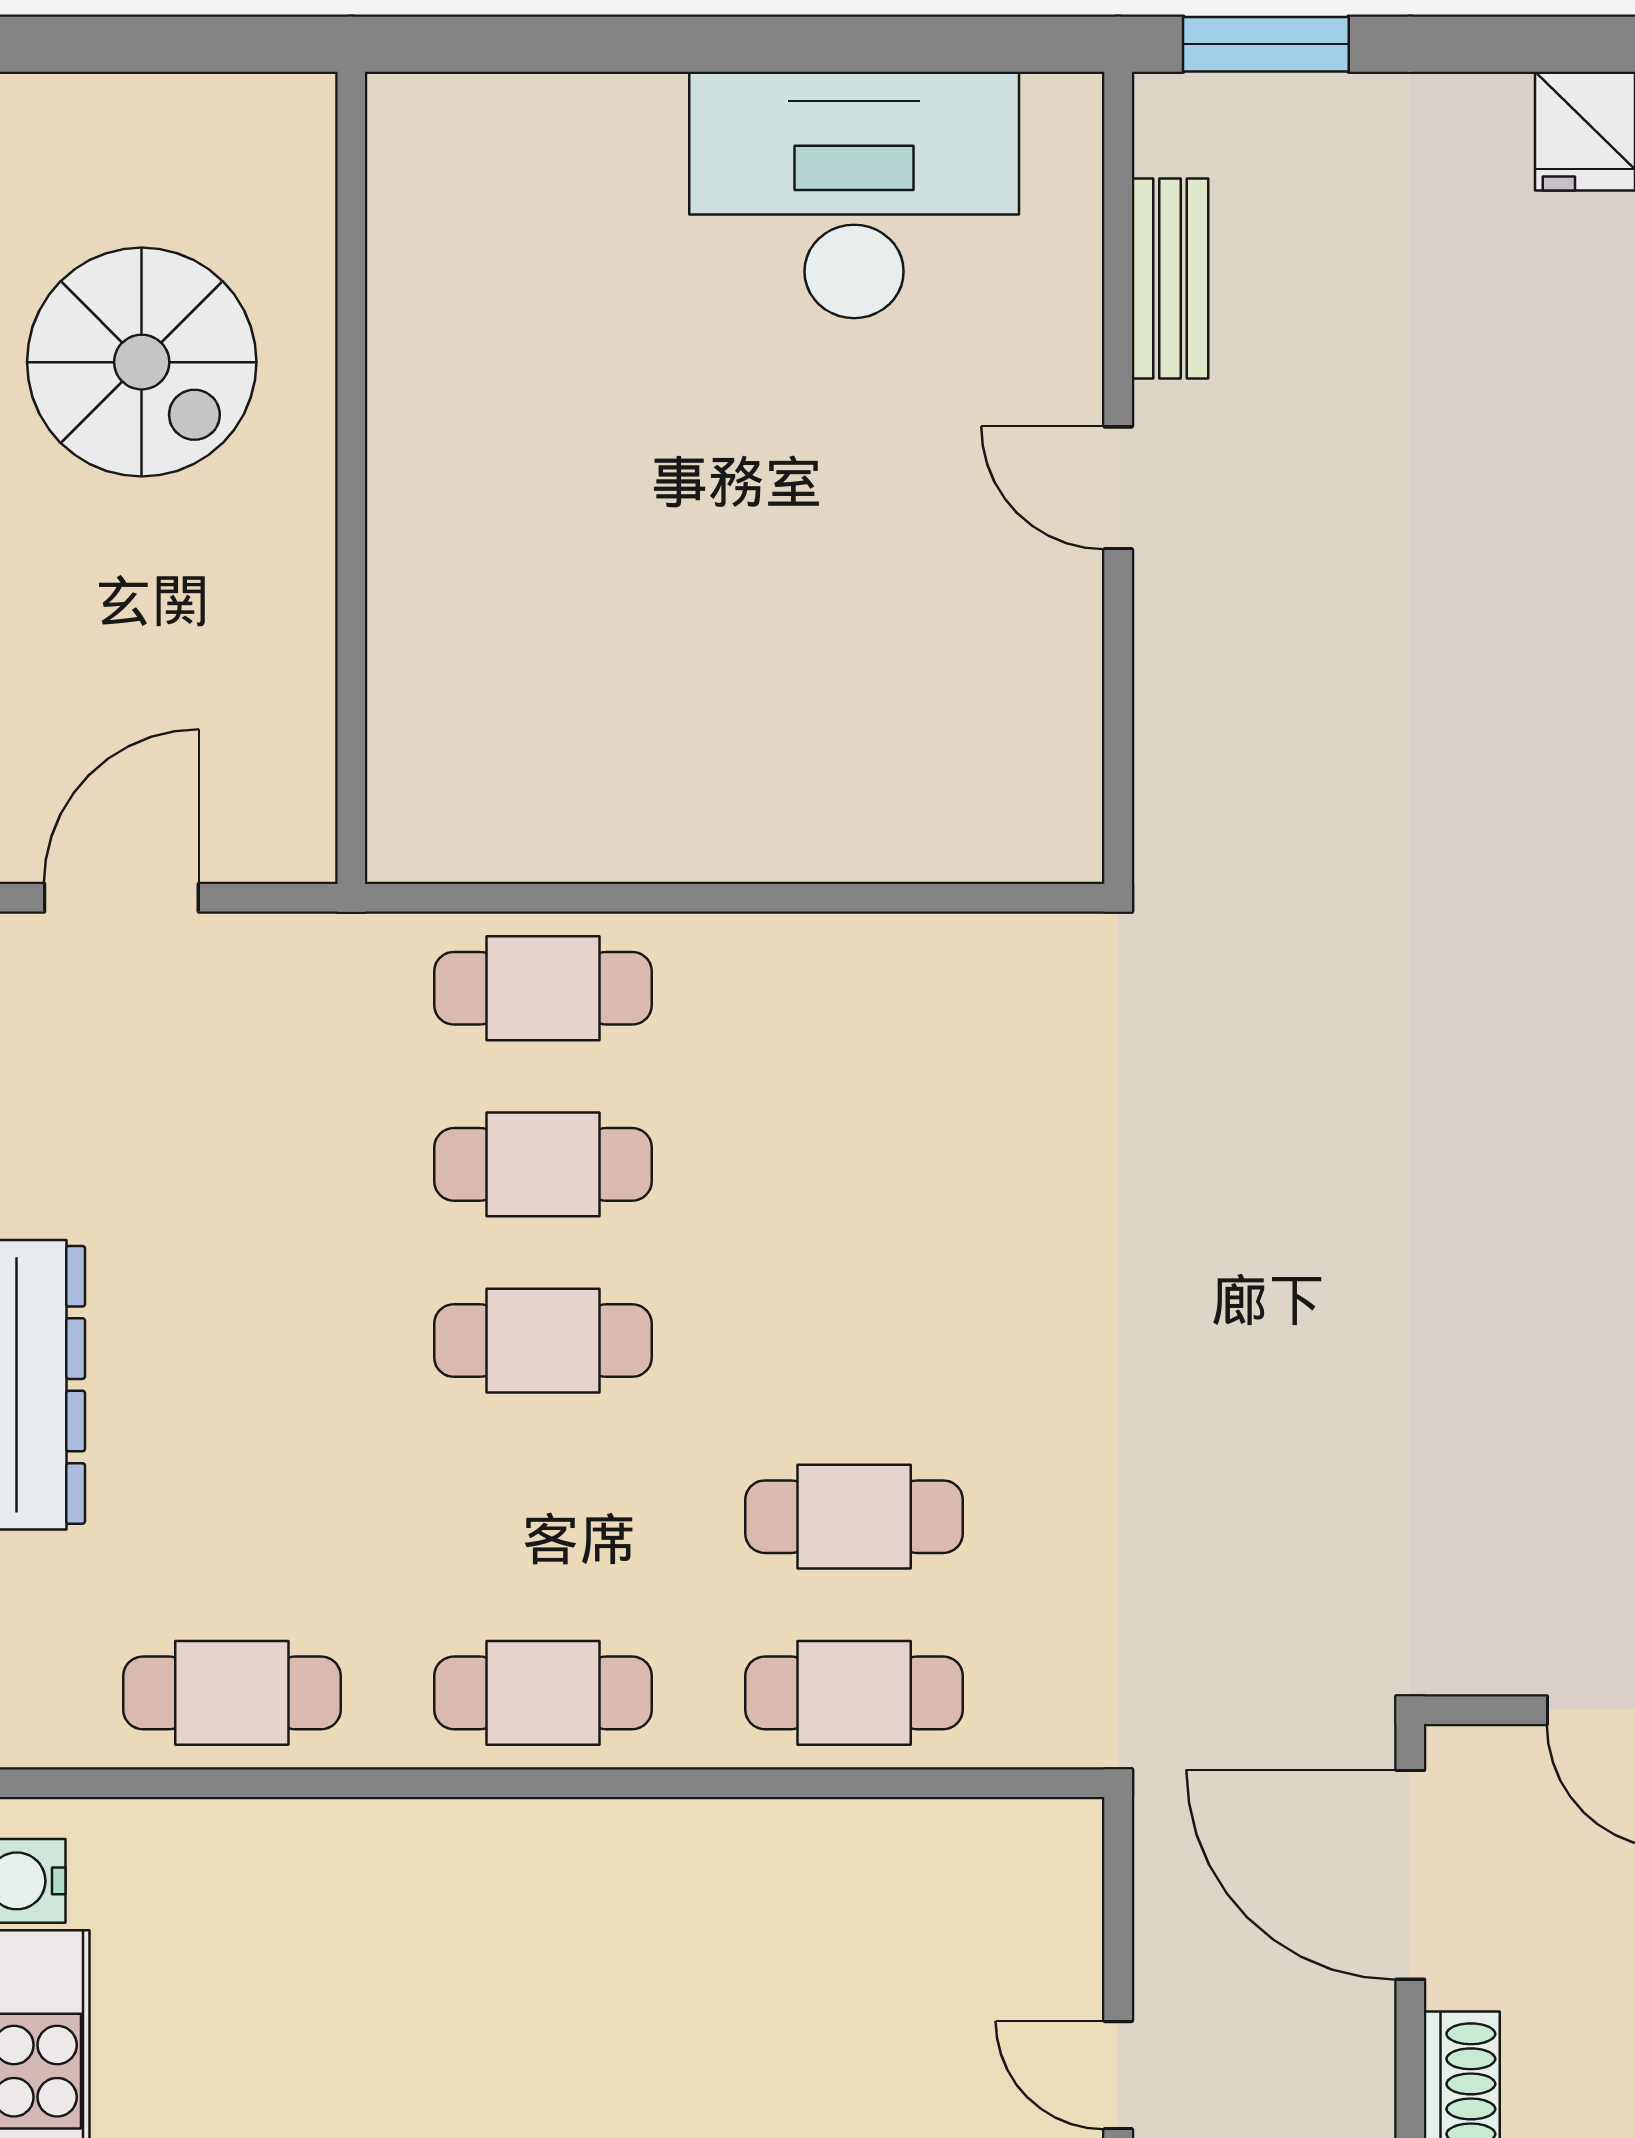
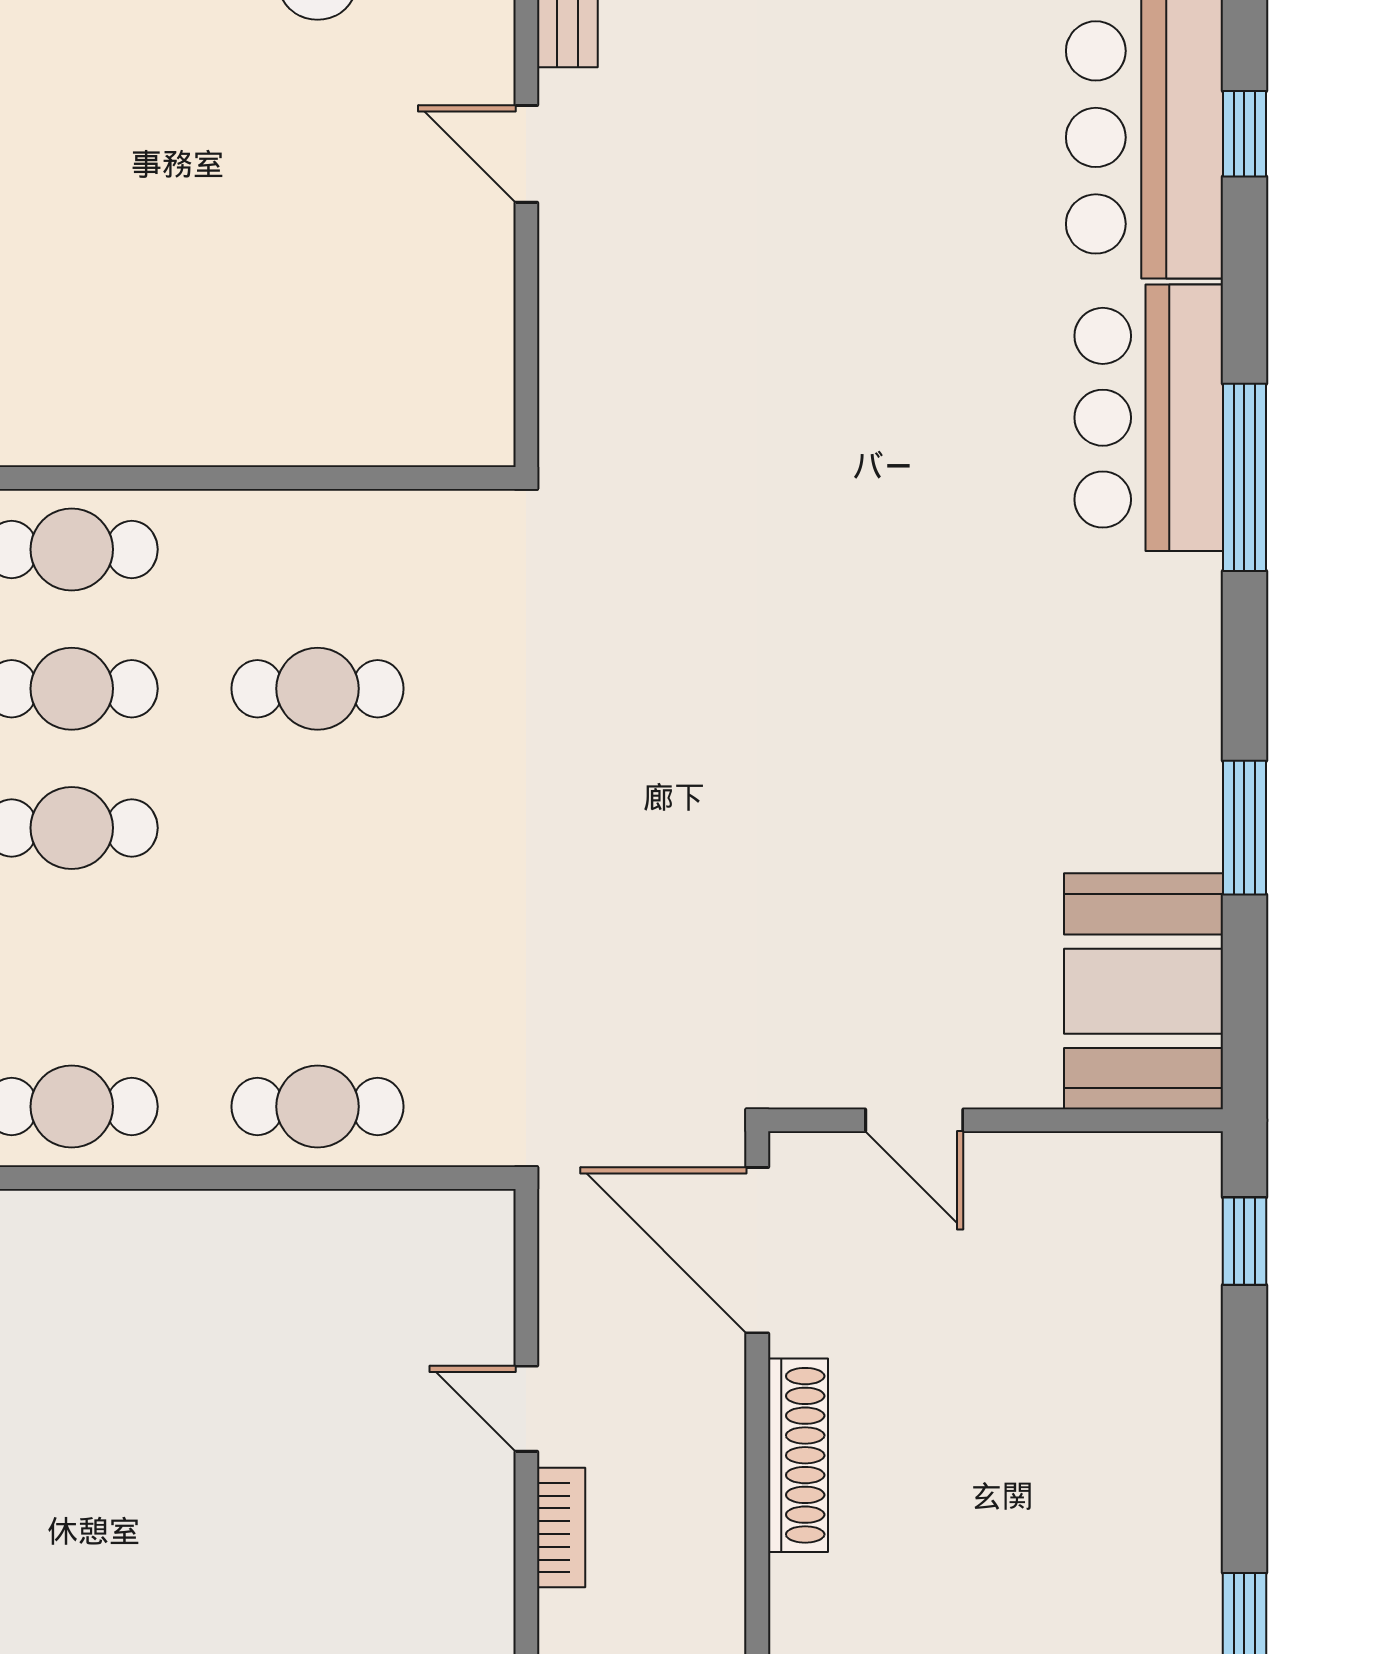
cafe table: (854, 1517) -> (318, 689), moved

